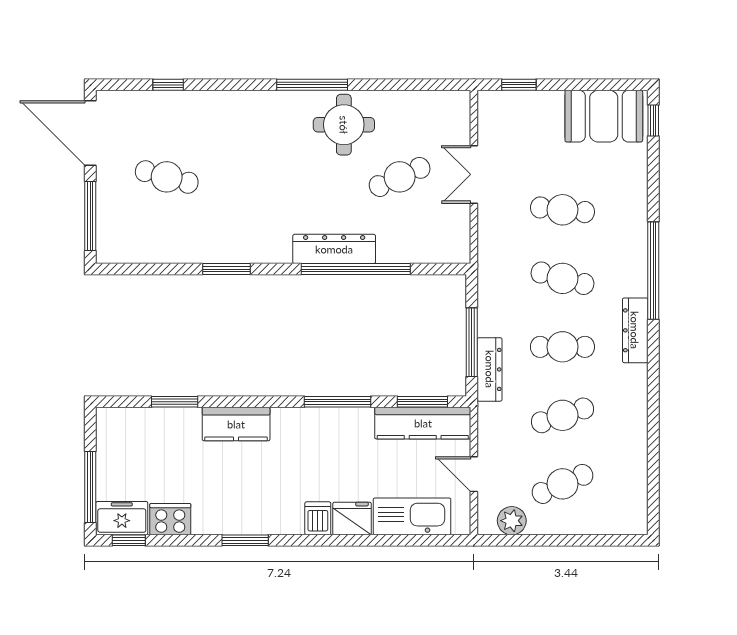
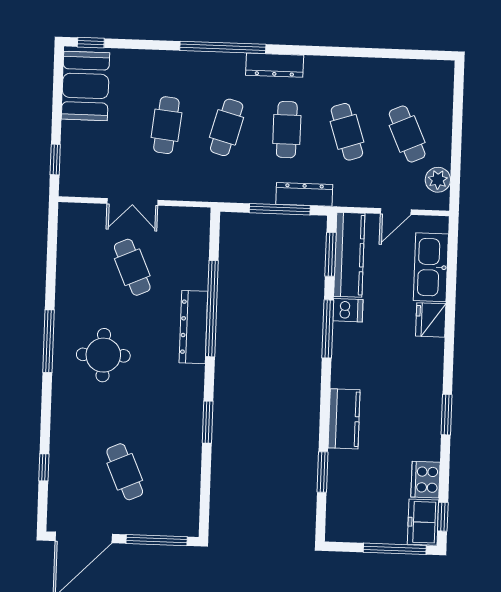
round table: (344, 125) -> (103, 355), moved
cafe table: (167, 177) -> (125, 472), turned -39
dishwasher: (318, 518) -> (348, 310), moved, turned 180

